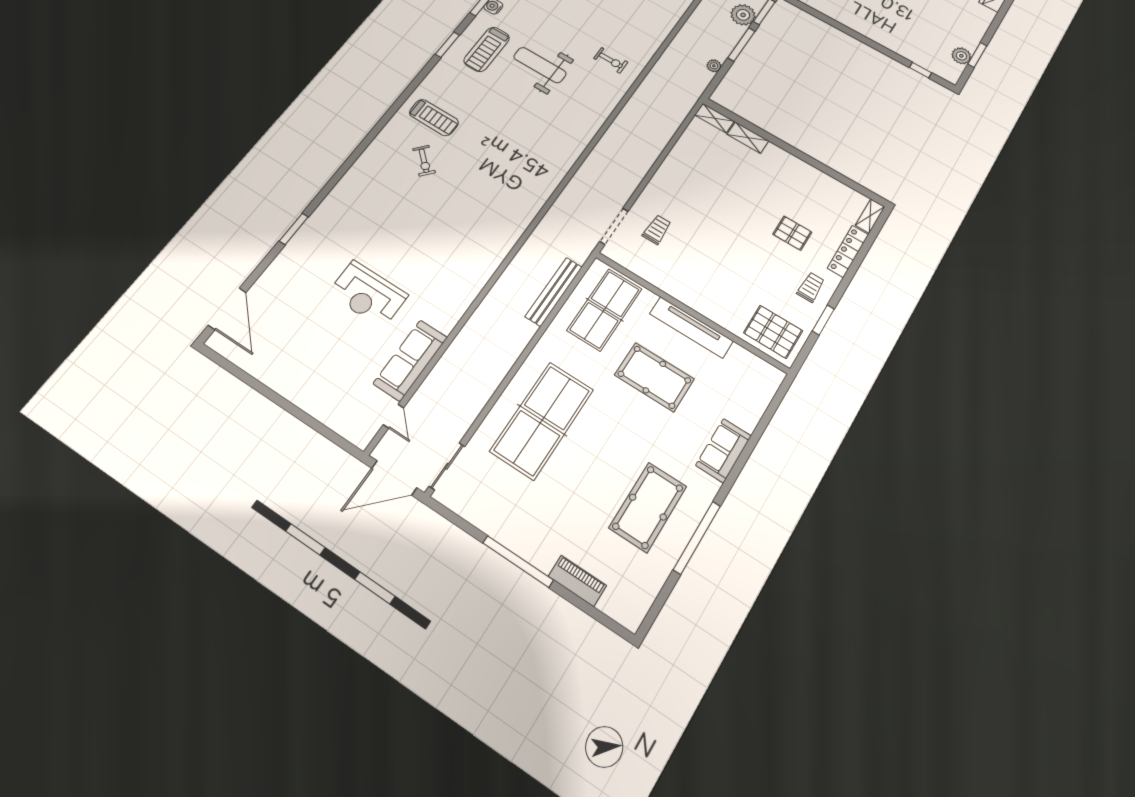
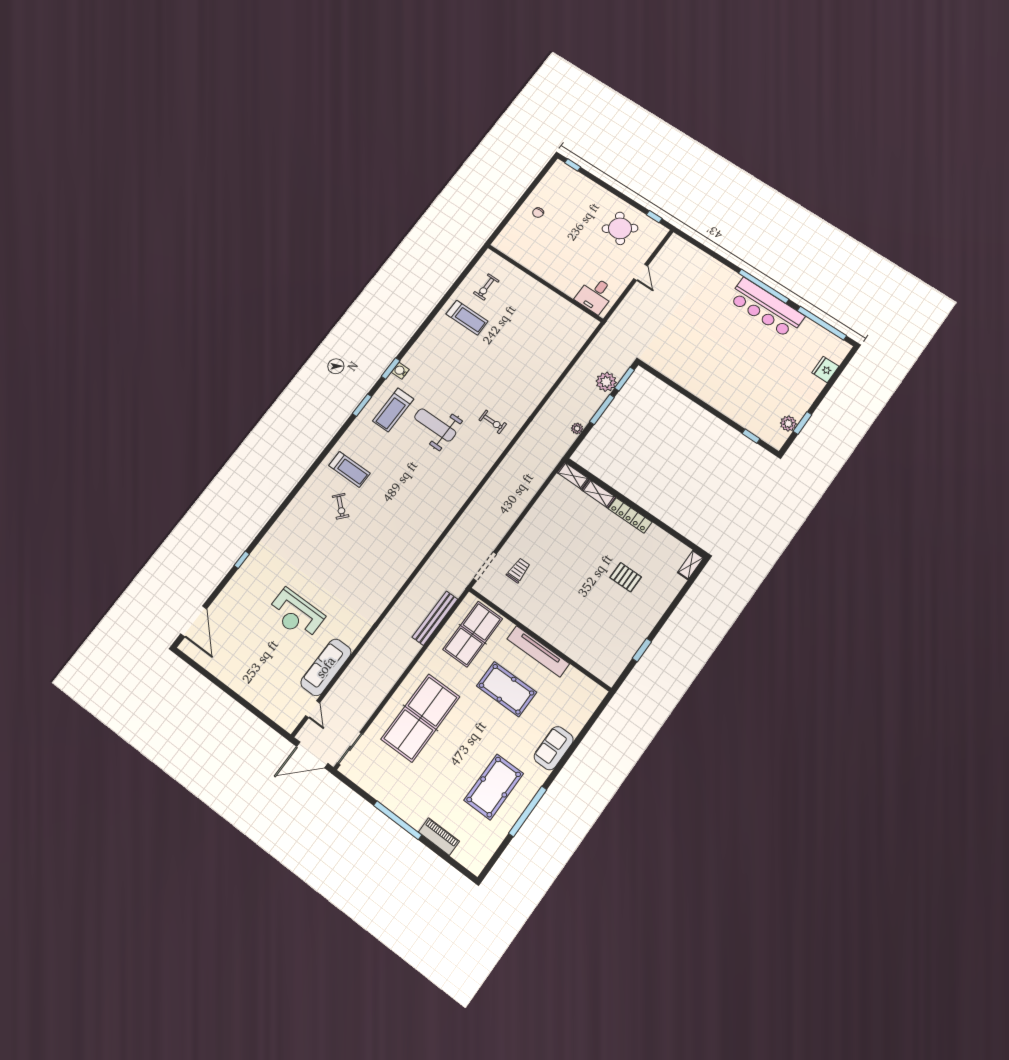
window: (294, 229) -> (242, 560), width x0.67
locker: (848, 251) -> (630, 515), moved, turned -90
trolley: (811, 287) -> (635, 623), removed
pallet: (773, 332) -> (601, 658), removed

